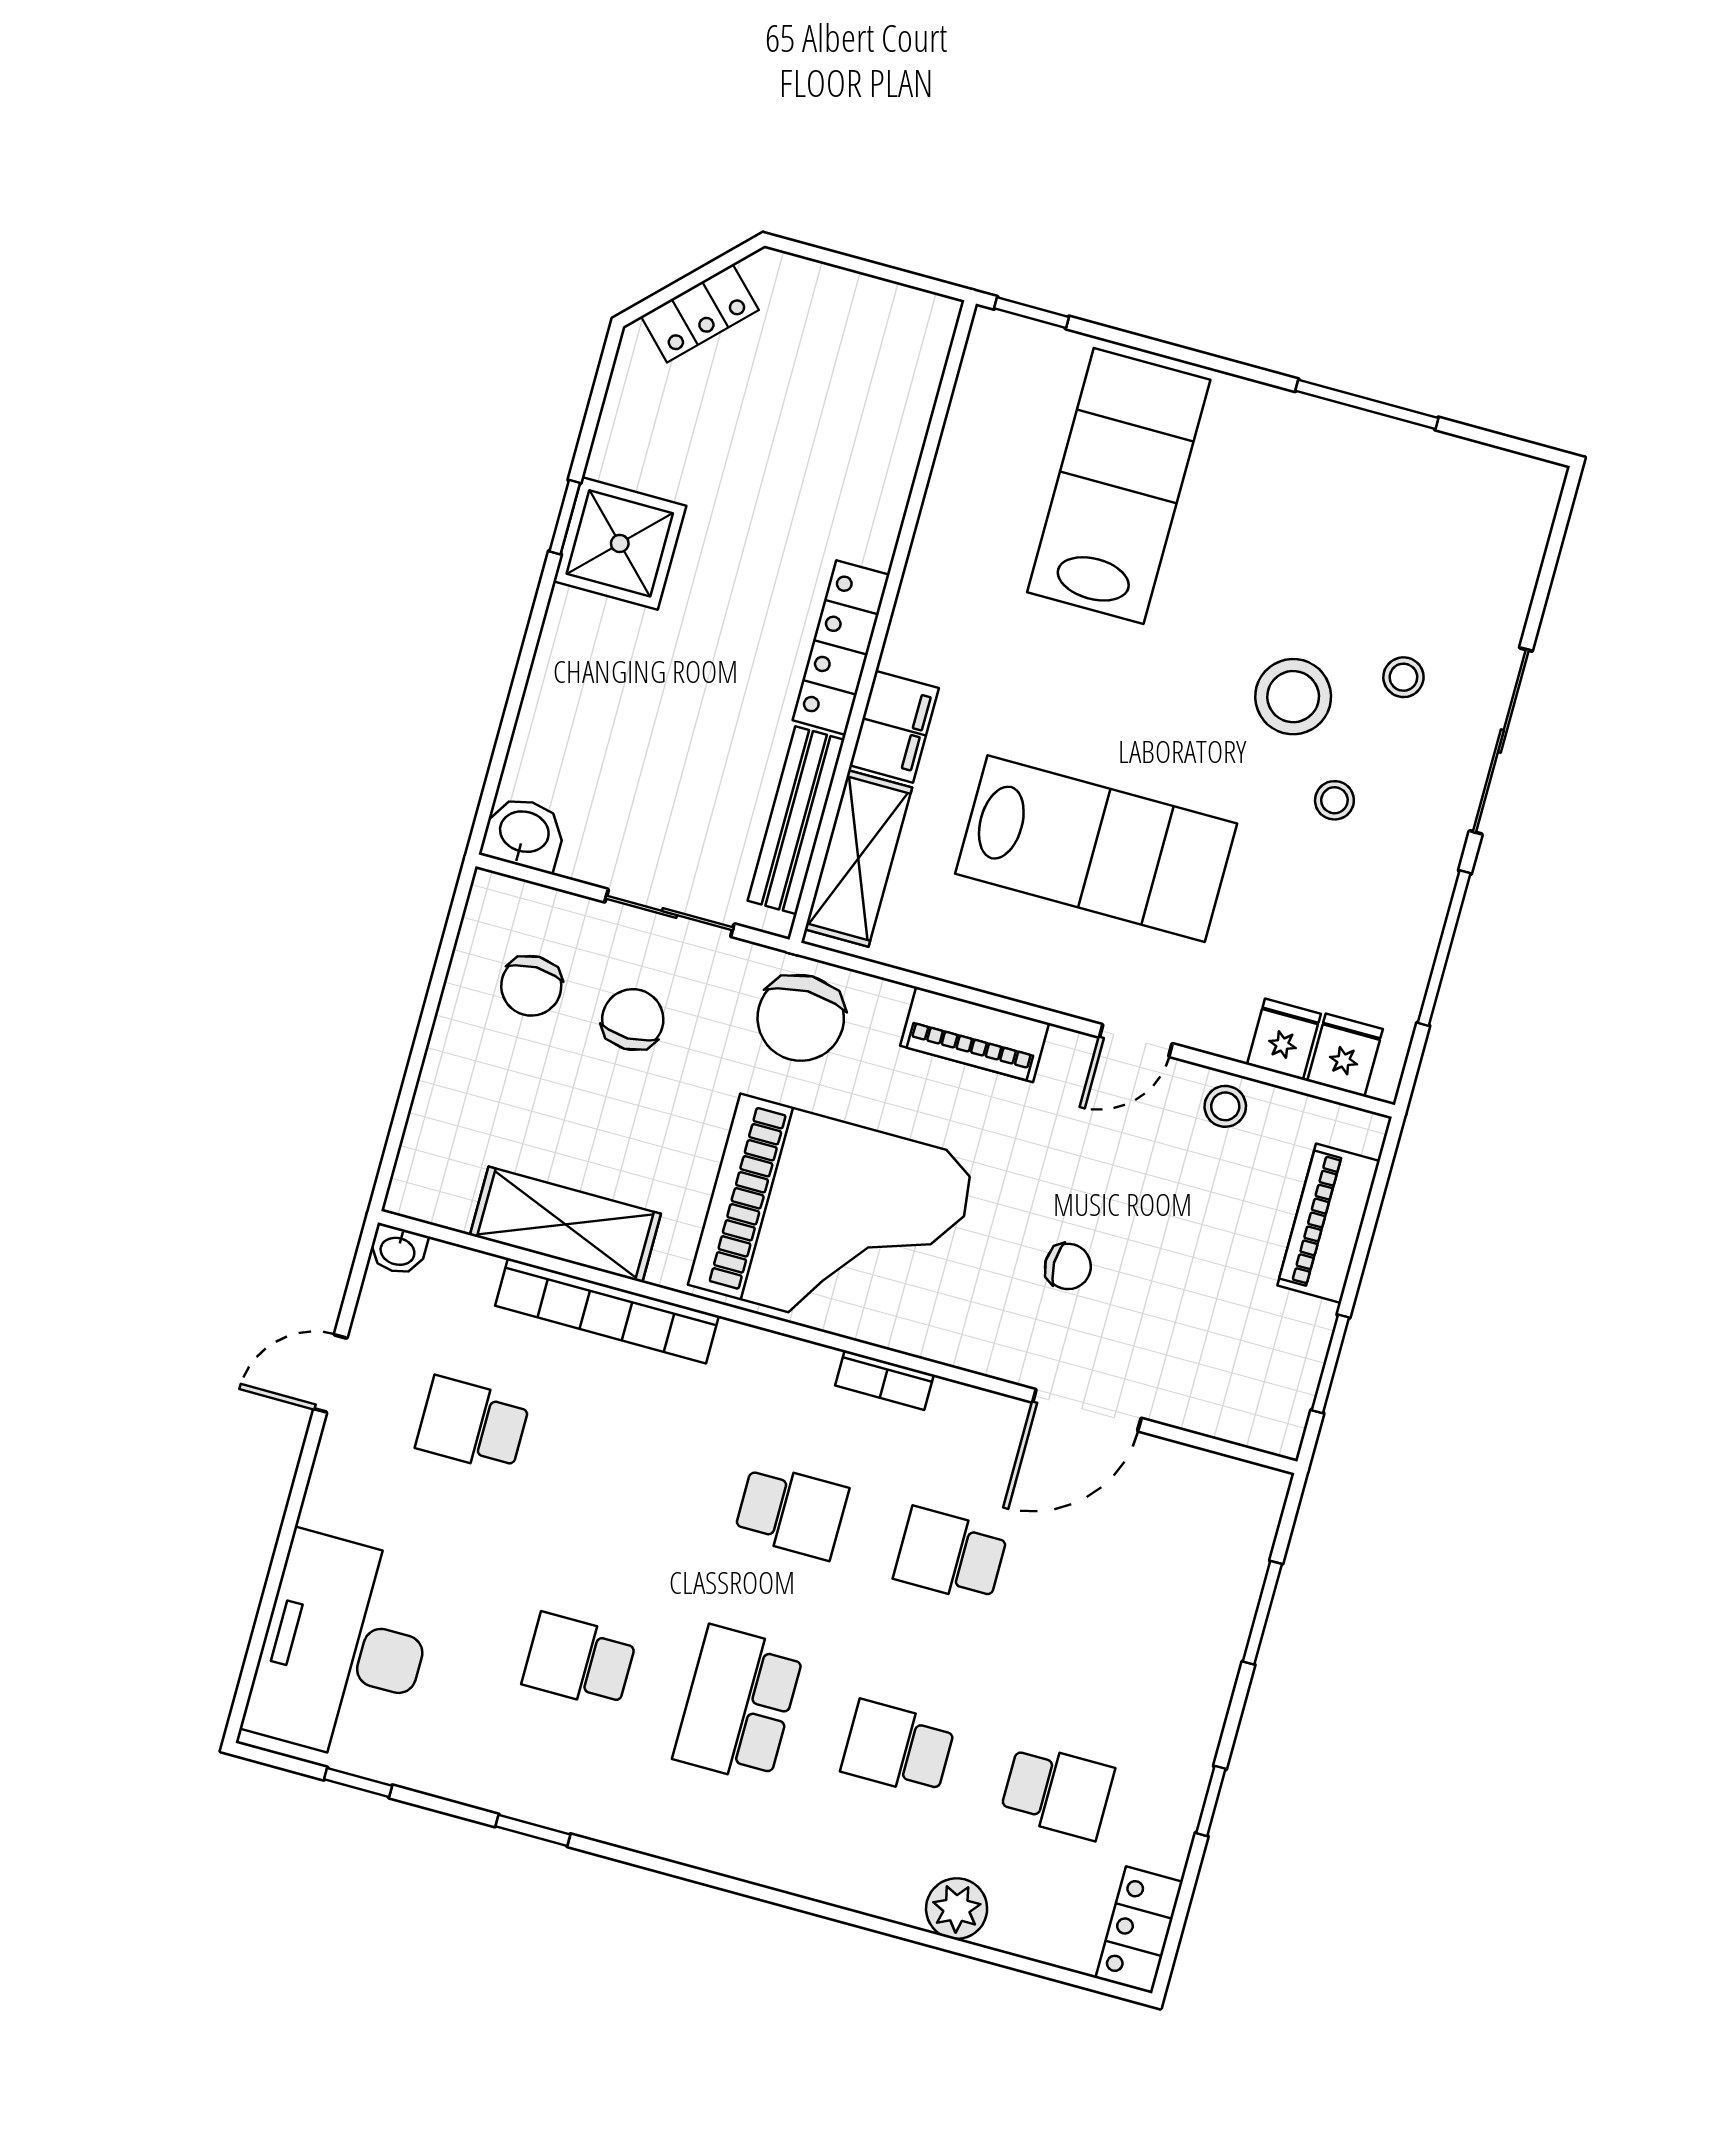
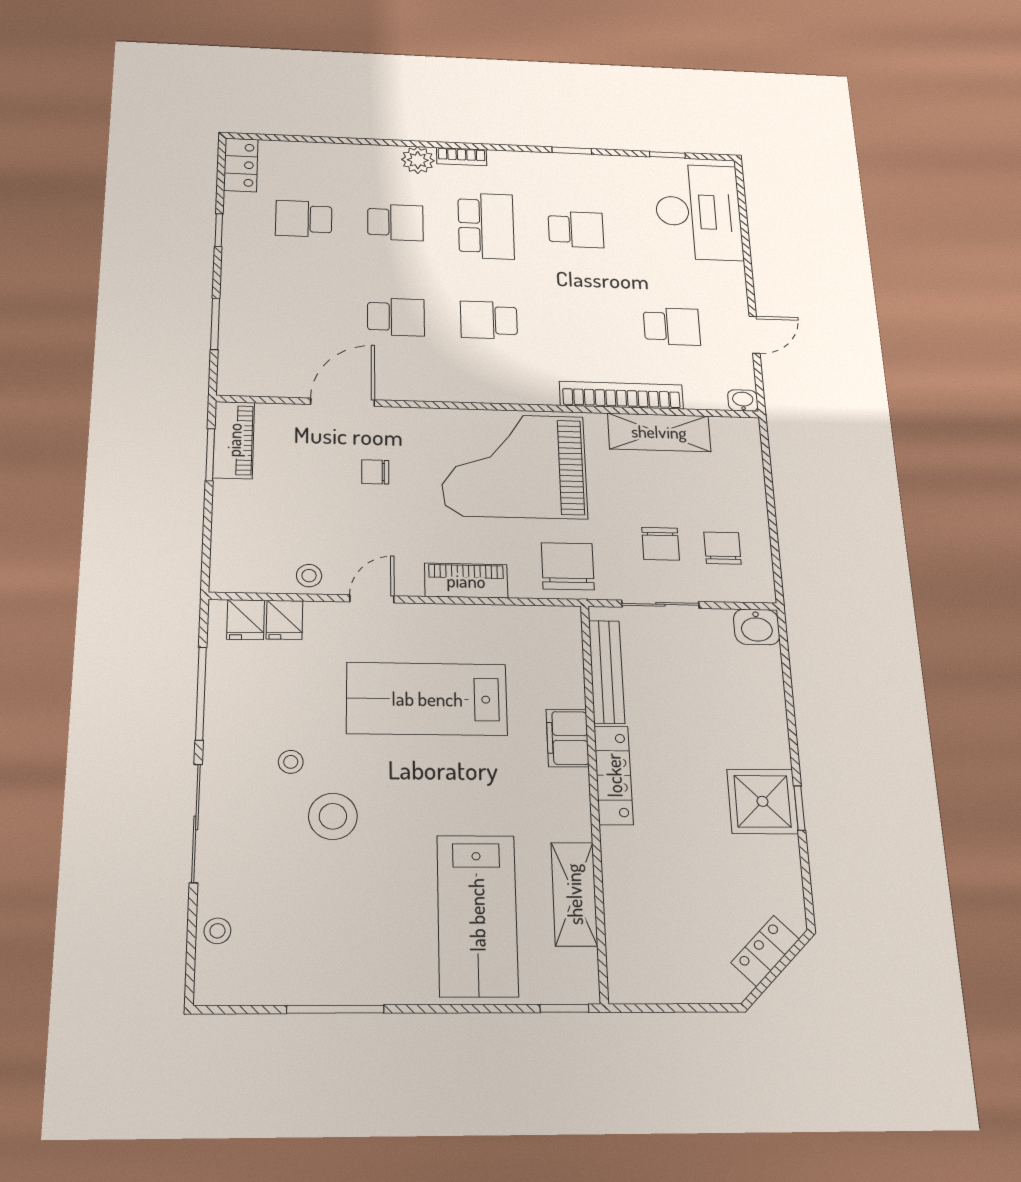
stool: (1403, 677) -> (217, 931), moved
shelving: (858, 858) -> (574, 894), moved
piano: (1329, 1223) -> (234, 440), moved
bookcase: (885, 1380) -> (462, 157), moved, turned 180
plant: (957, 1909) -> (418, 160), moved

